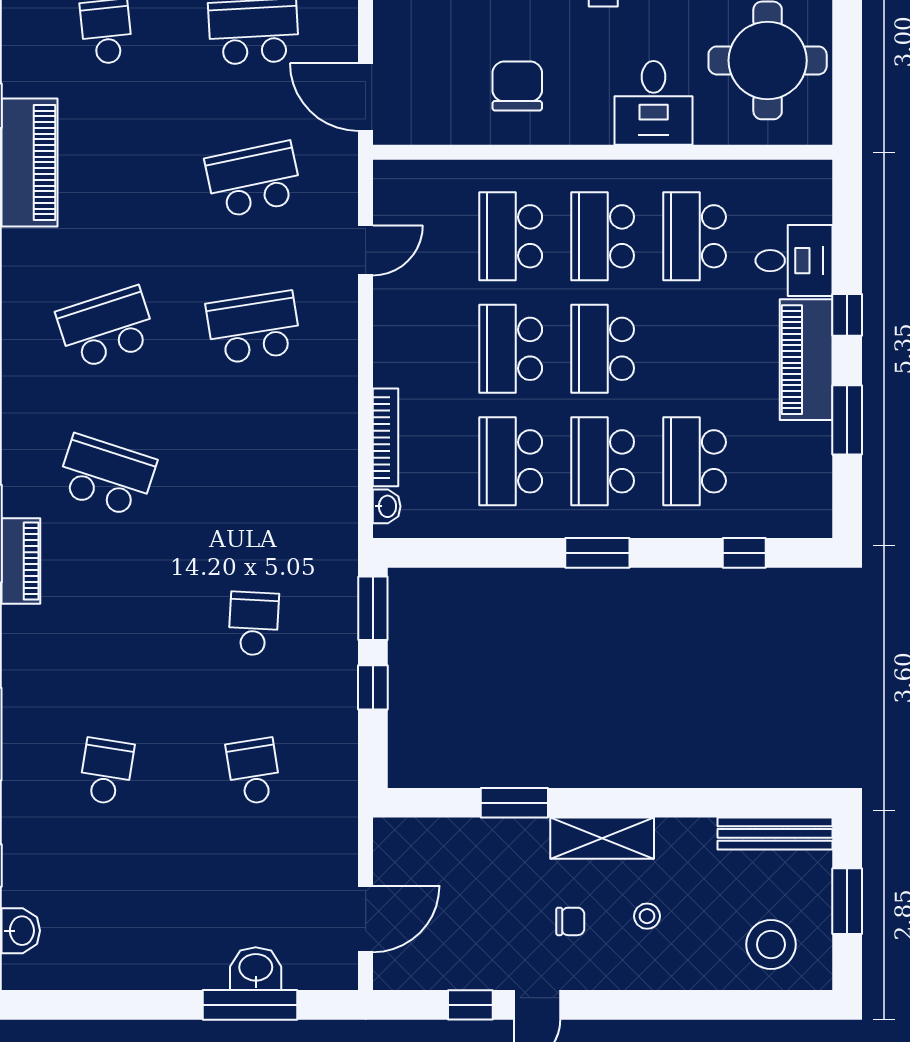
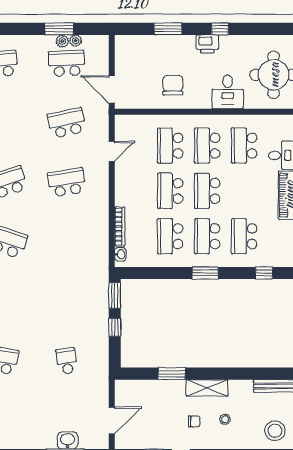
school desk: (254, 624) -> (67, 302), removed

